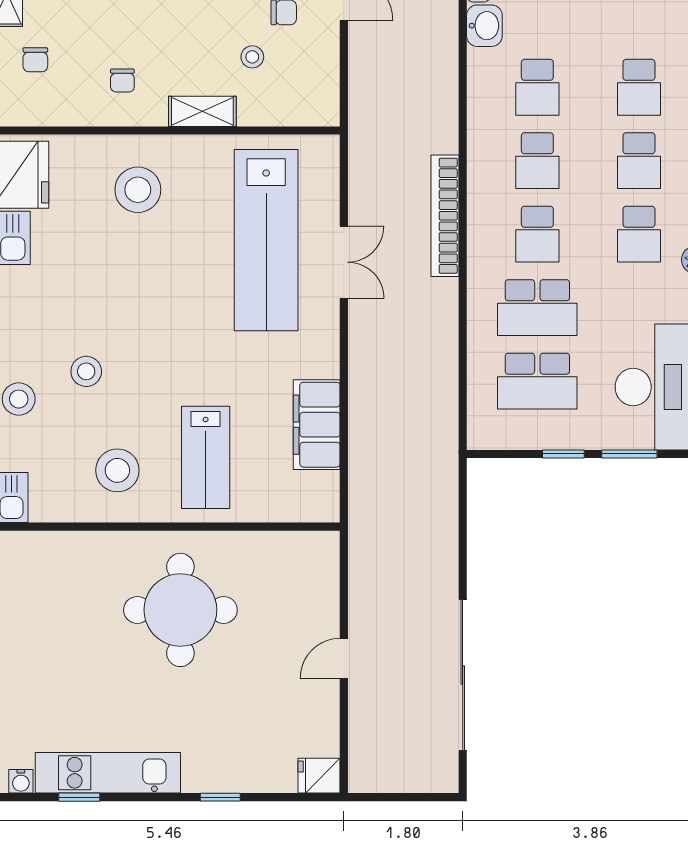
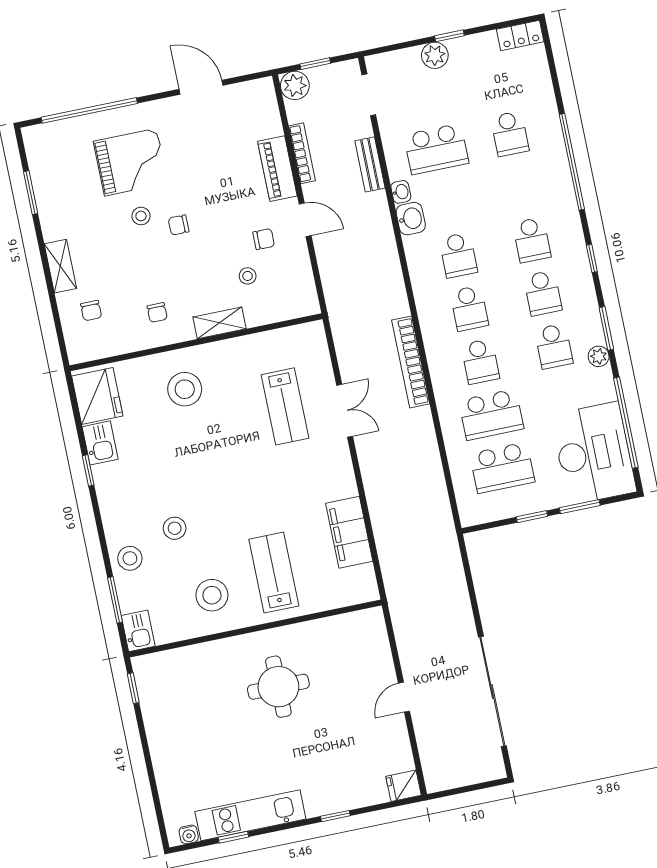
lab bench: (266, 240) -> (285, 406), width x0.54, depth x0.72
lab bench: (206, 457) -> (274, 573), turned 180
round table: (180, 610) -> (278, 687), width x0.73, depth x0.73

